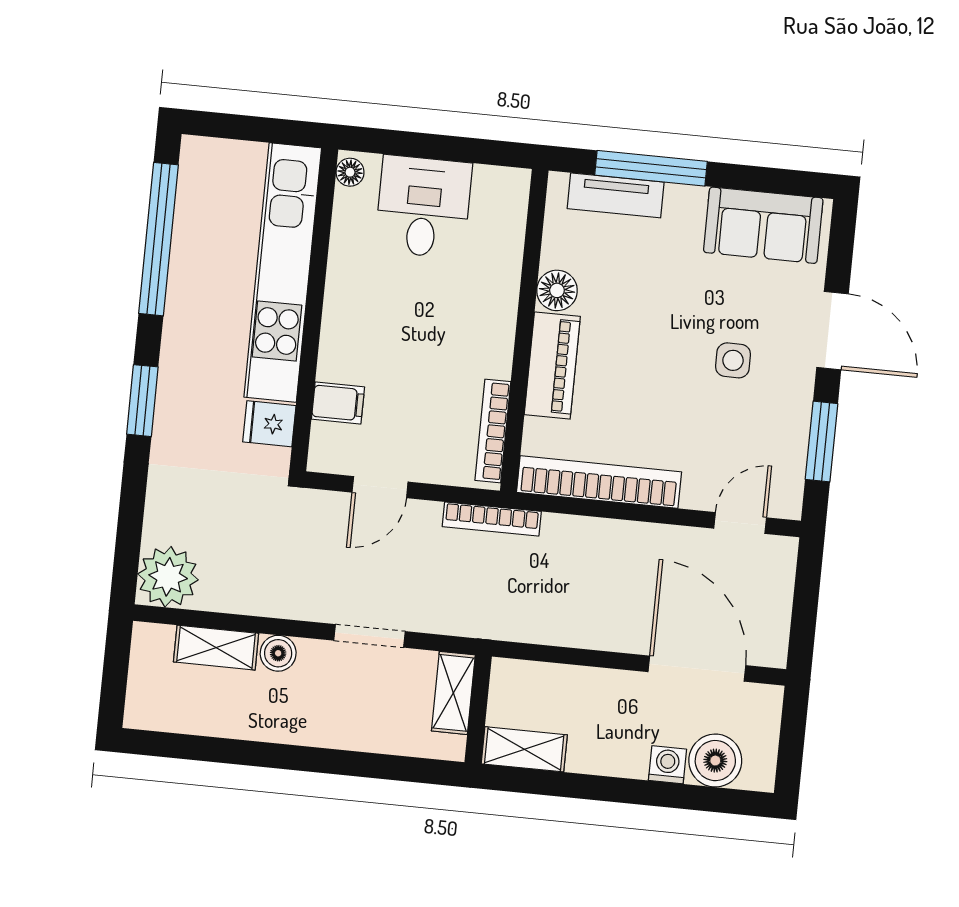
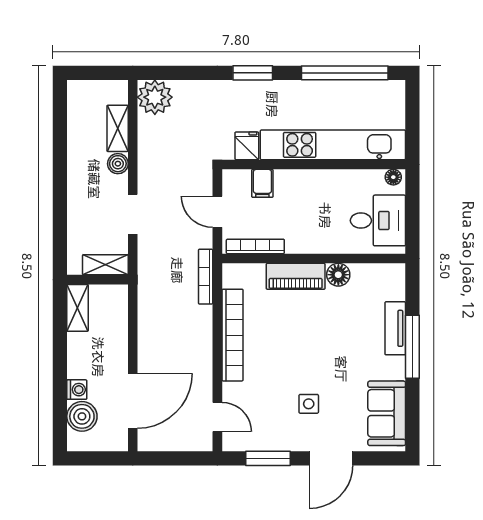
floor lamp: (557, 290) -> (338, 275), moved
wall: (524, 331) -> (314, 259), moved
piano: (552, 366) -> (296, 276), moved
bookcase: (493, 431) -> (255, 246), moved

